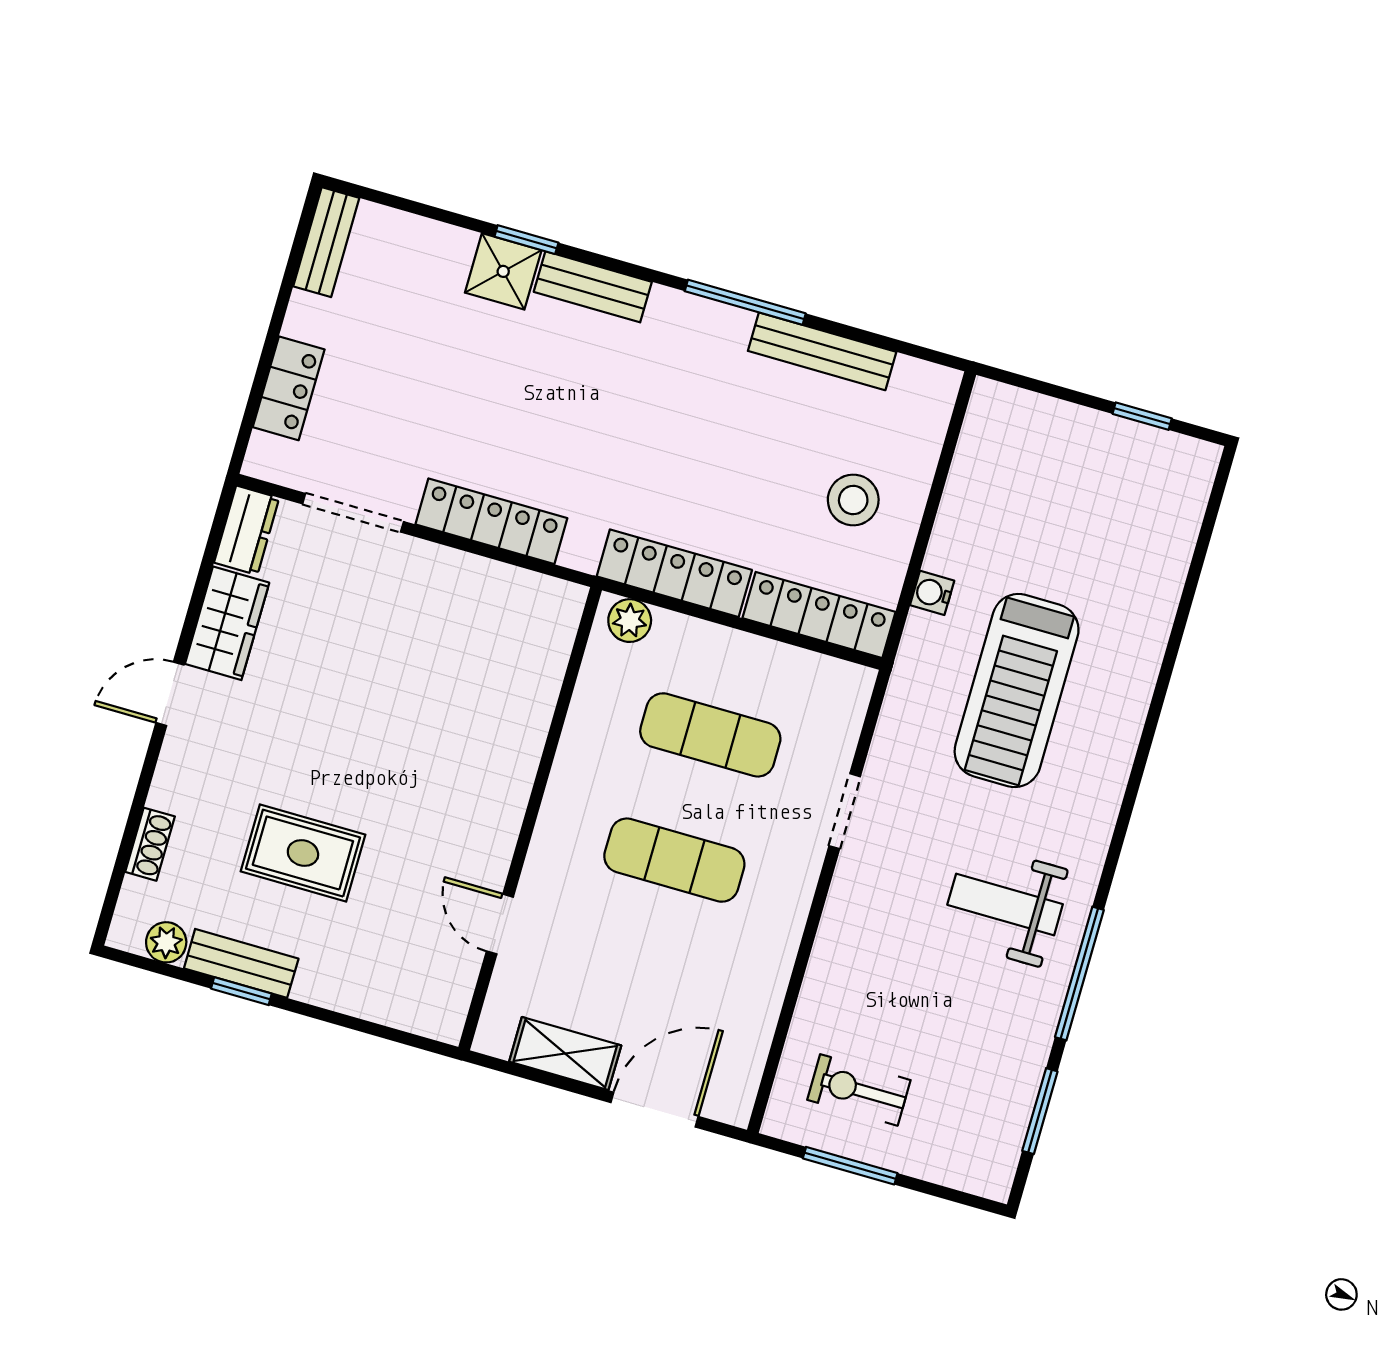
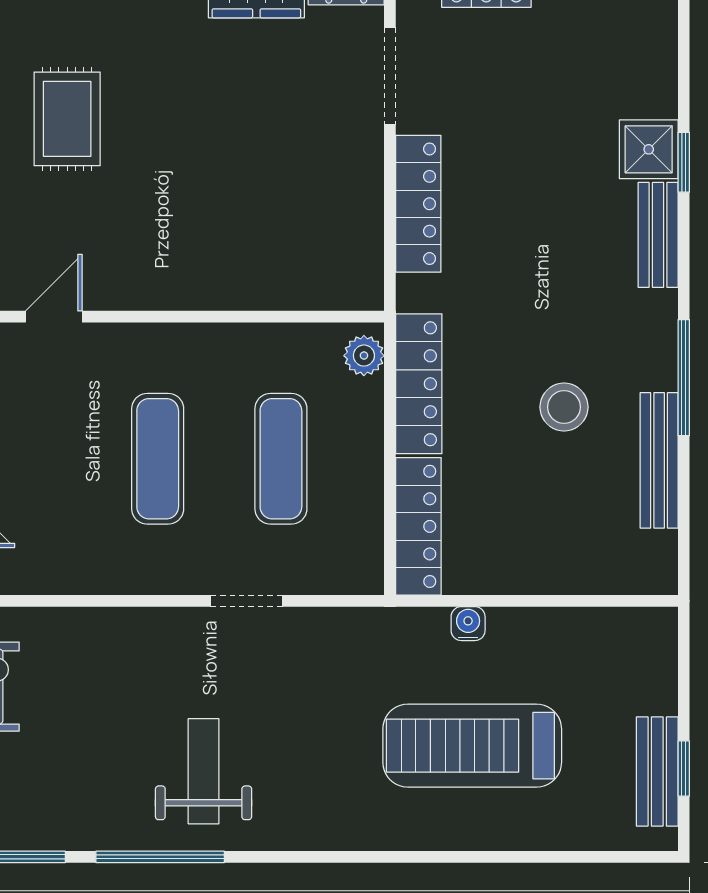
bench: (1137, 444) -> (657, 772), added
stool: (853, 500) -> (564, 407), moved
treadmill: (1017, 690) -> (472, 746), moved

